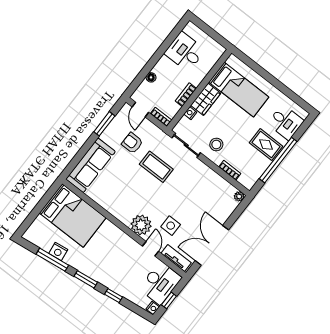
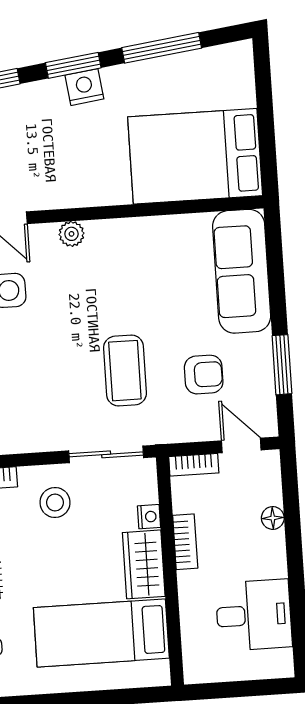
coffee table: (156, 167) -> (125, 371), turned 90
plant: (141, 225) -> (72, 234), width x0.53, depth x0.53
nightstand: (58, 251) -> (84, 87), moved

